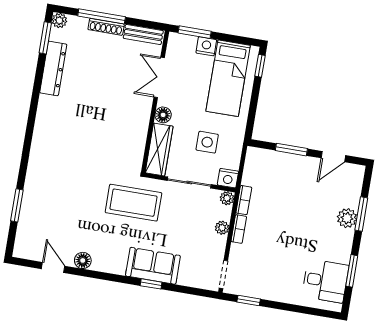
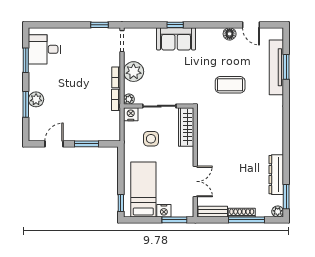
floor lamp: (163, 115) -> (188, 154), removed
coffee table: (133, 203) -> (230, 85), moved, width x0.73, depth x0.76
tv unit: (30, 207) -> (276, 67), added
plant: (222, 228) -> (134, 72), width x1.88, depth x1.88

